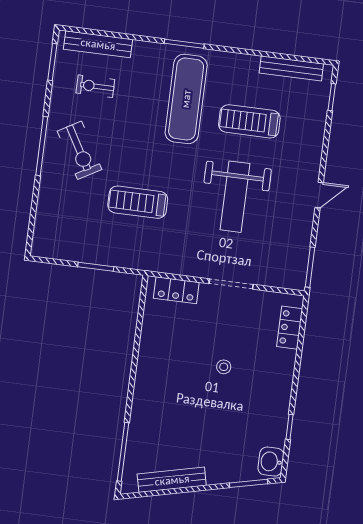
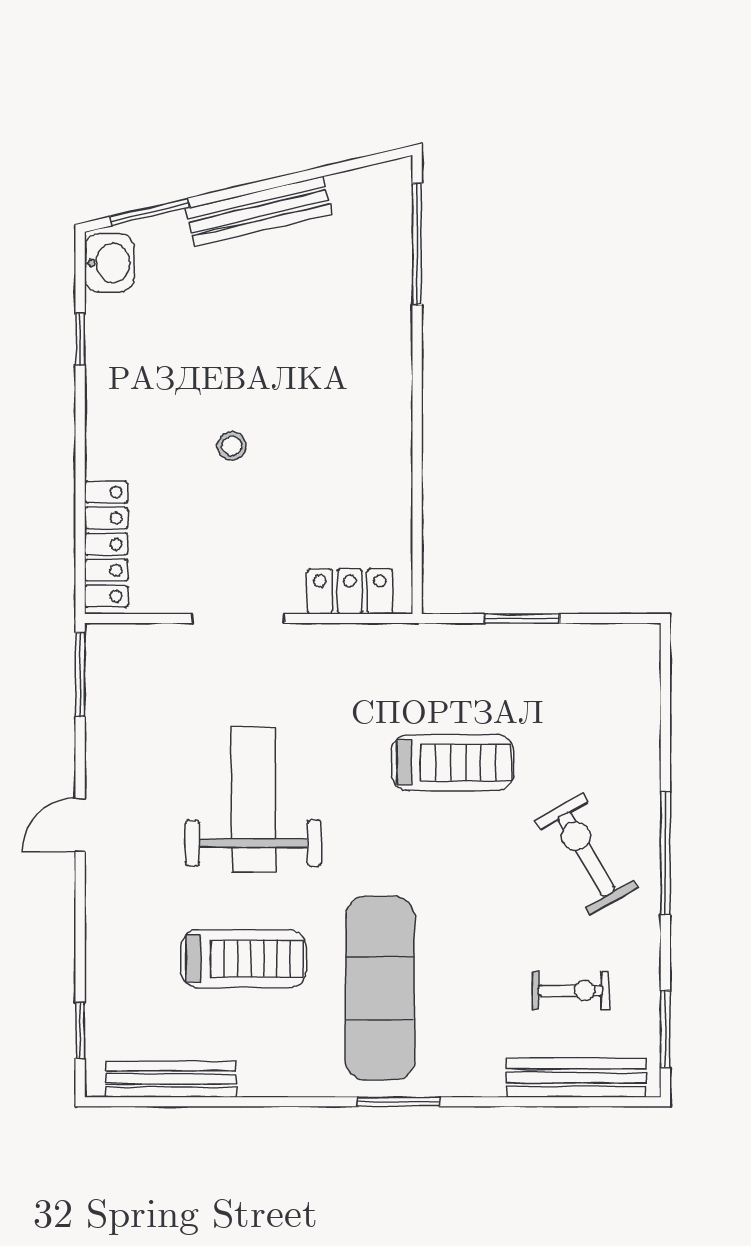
locker: (290, 328) -> (106, 544), width x1.53
bench: (172, 480) -> (259, 211), moved

